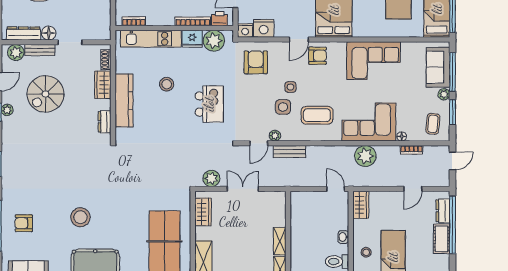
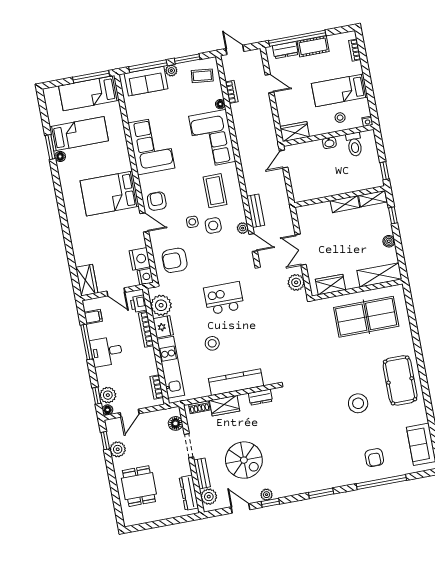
floor lamp: (49, 33) -> (175, 423), moved
plant: (365, 156) -> (246, 136), removed

